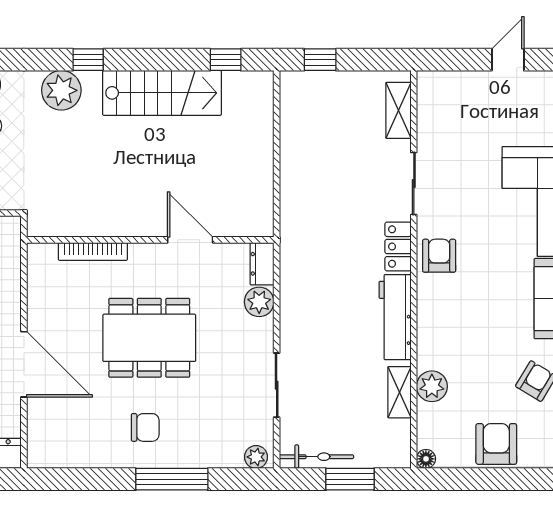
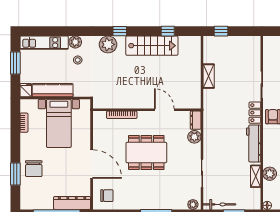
window: (226, 60) -> (168, 31), moved
shelving: (398, 110) -> (209, 76), moved
chair: (145, 427) -> (107, 196), moved

